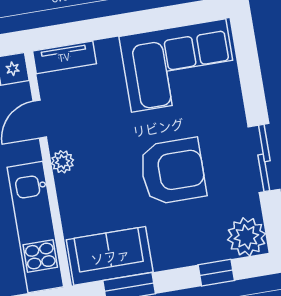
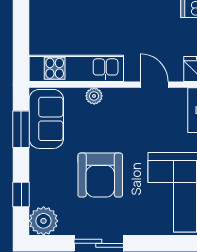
plant: (63, 162) -> (94, 96), moved

